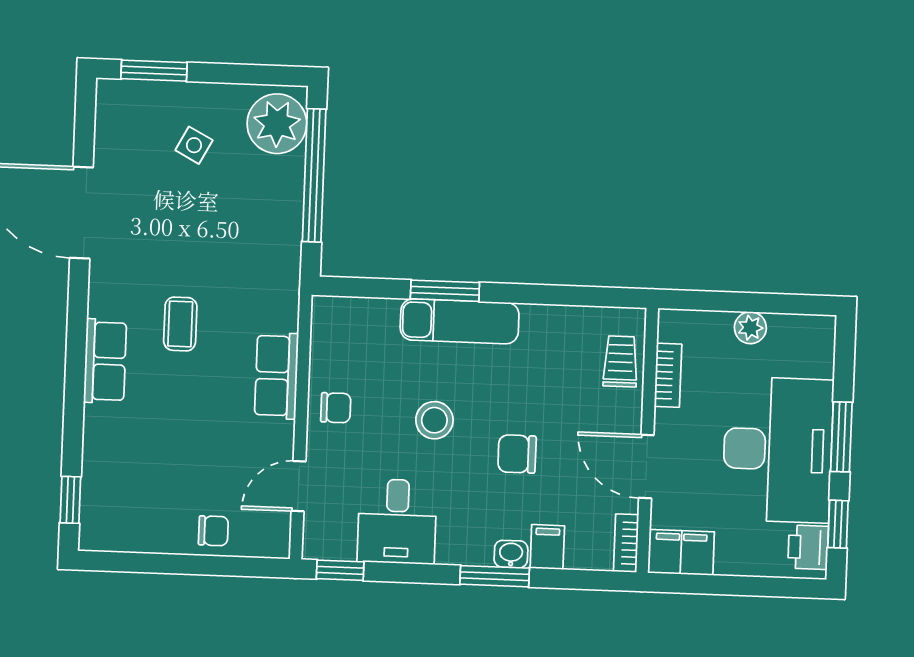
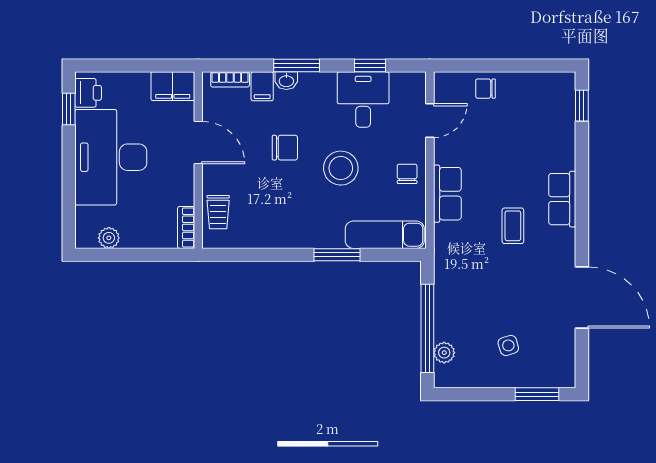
plant: (277, 124) -> (444, 353), width x0.53, depth x0.53
side table: (194, 145) -> (508, 345), turned 45
exam couch: (460, 321) -> (385, 235), moved
plant: (750, 328) -> (109, 238), moved
bookcase: (668, 375) -> (186, 227), moved
chair: (336, 408) -> (407, 174), turned 90
stool: (434, 420) -> (341, 168), width x1.38, depth x1.38
window: (841, 437) -> (69, 167), removed
bookcase: (626, 543) -> (230, 79), moved, turned 90
window: (340, 570) -> (370, 65), moved

